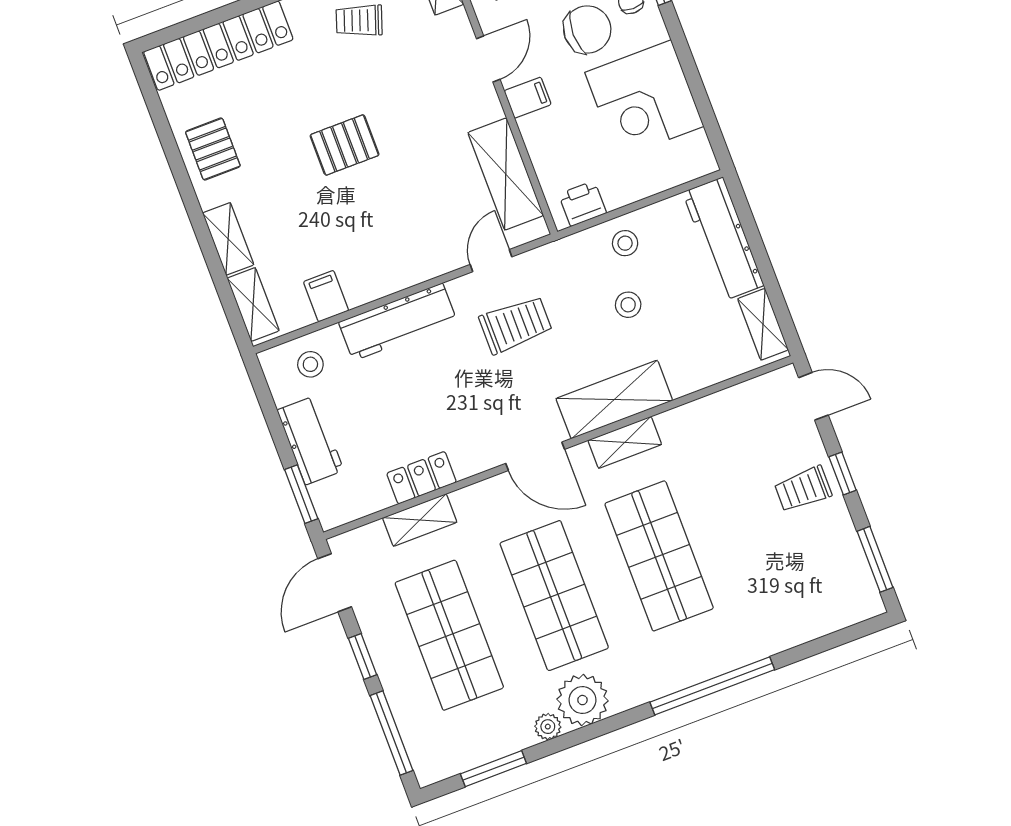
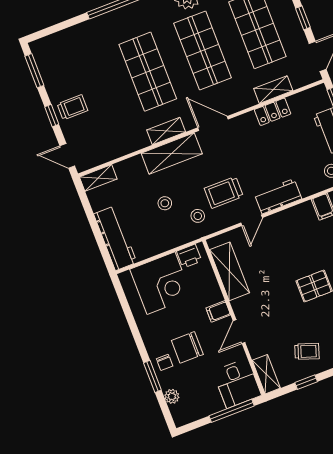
corner desk: (644, 99) -> (161, 283), moved, turned 90
stool: (625, 243) -> (198, 216), moved
door: (491, 261) -> (252, 220), moved
workbench: (398, 322) -> (278, 196), width x0.73
shelving: (763, 324) -> (98, 178), moved, turned 90

